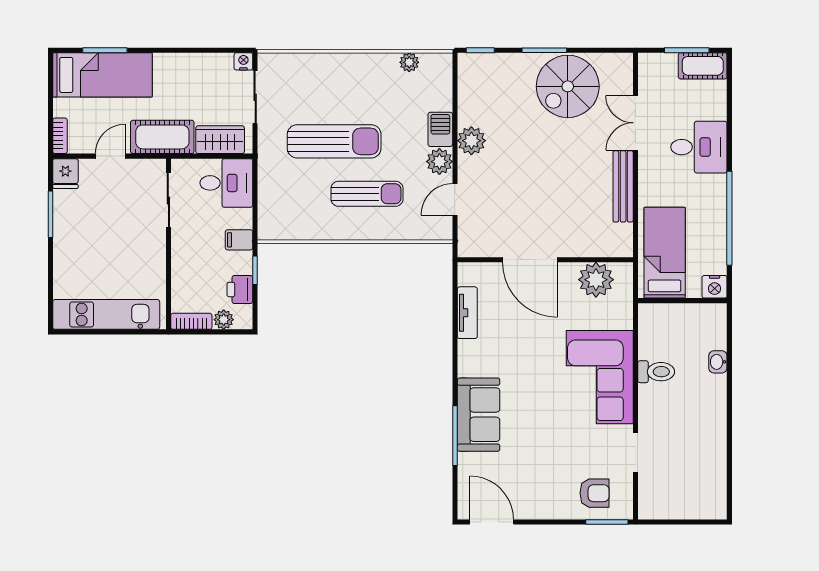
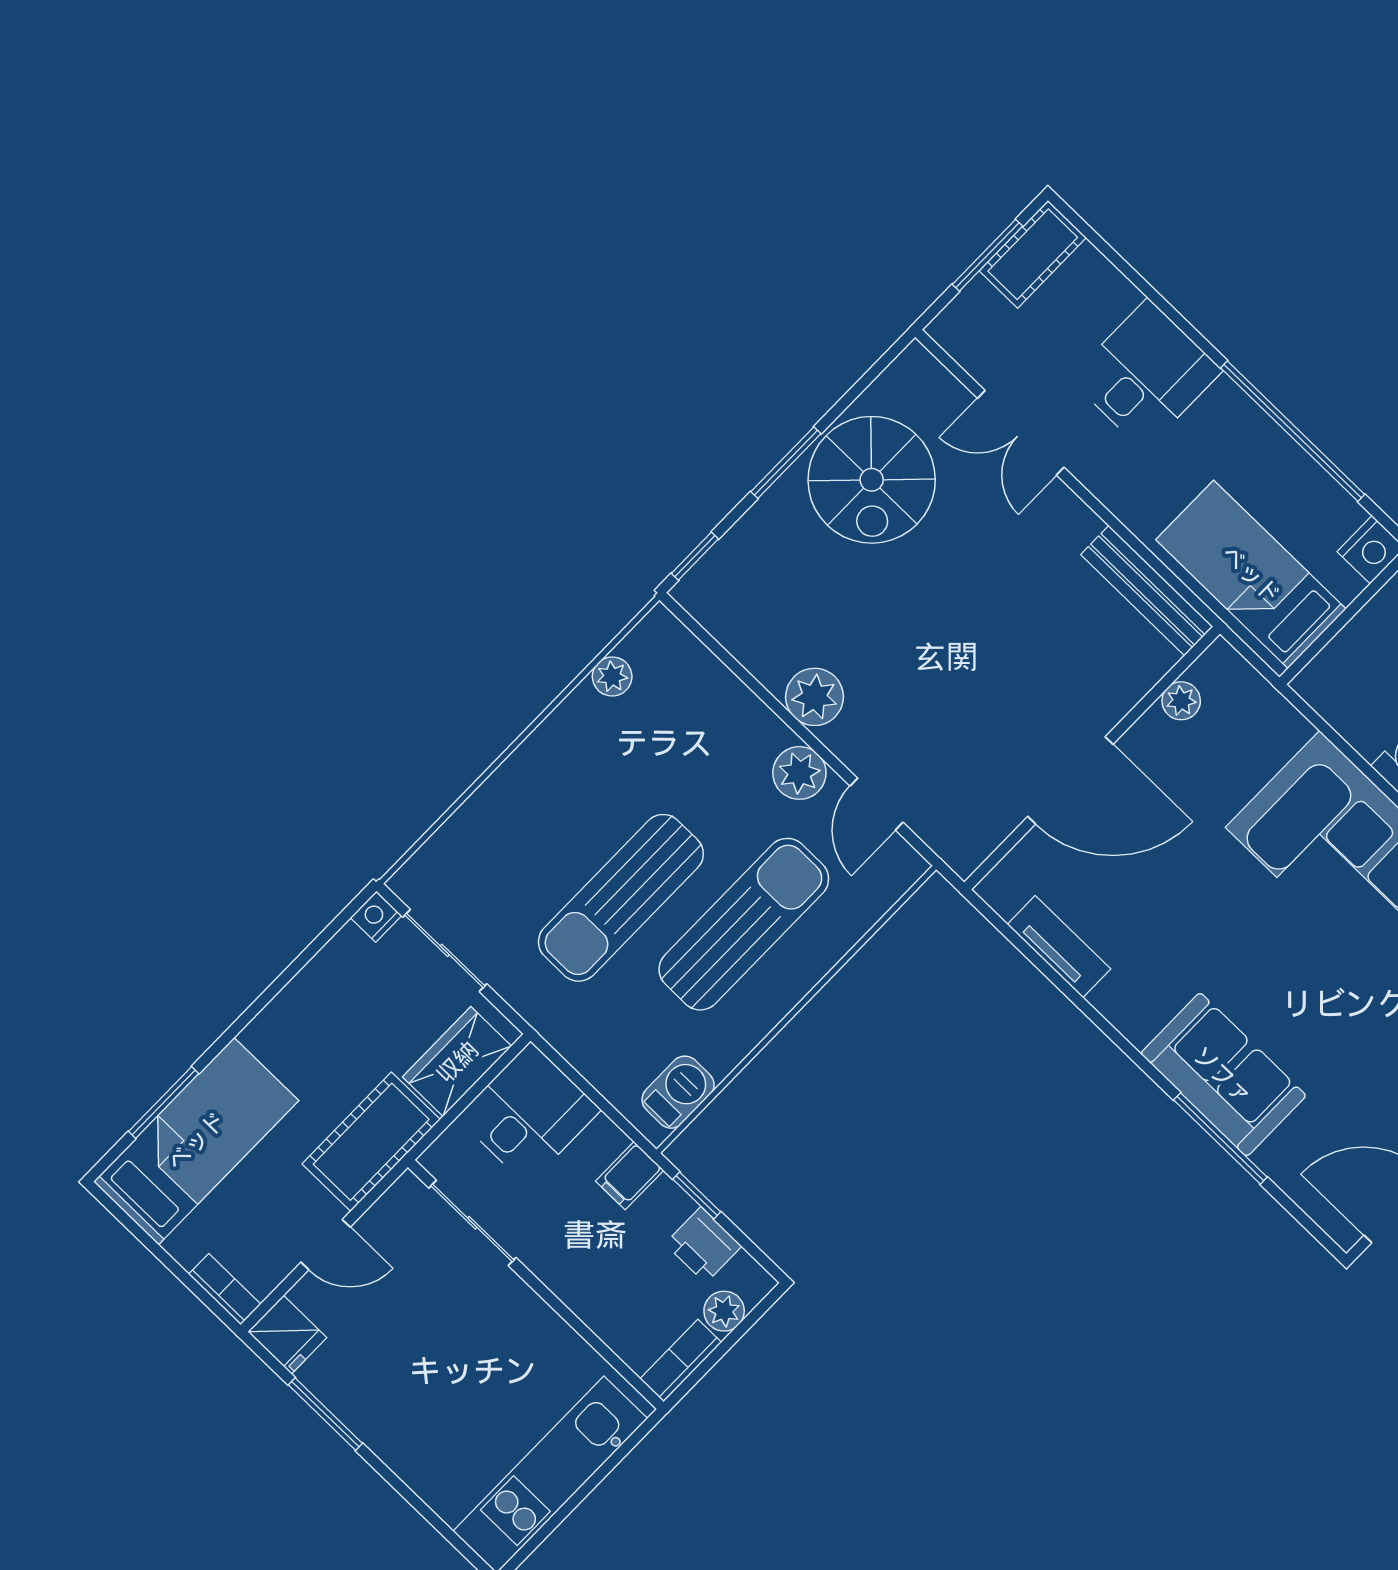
barbecue: (440, 129) -> (678, 1092), moved, turned 90
sun lounger: (334, 141) -> (621, 898), turned 180
door: (110, 156) -> (326, 1245), swing flipped
bench: (623, 186) -> (1147, 591), moved
sun lounger: (367, 194) -> (744, 924), width x1.36, depth x1.34
plant: (596, 280) -> (1181, 701), width x0.53, depth x0.53

